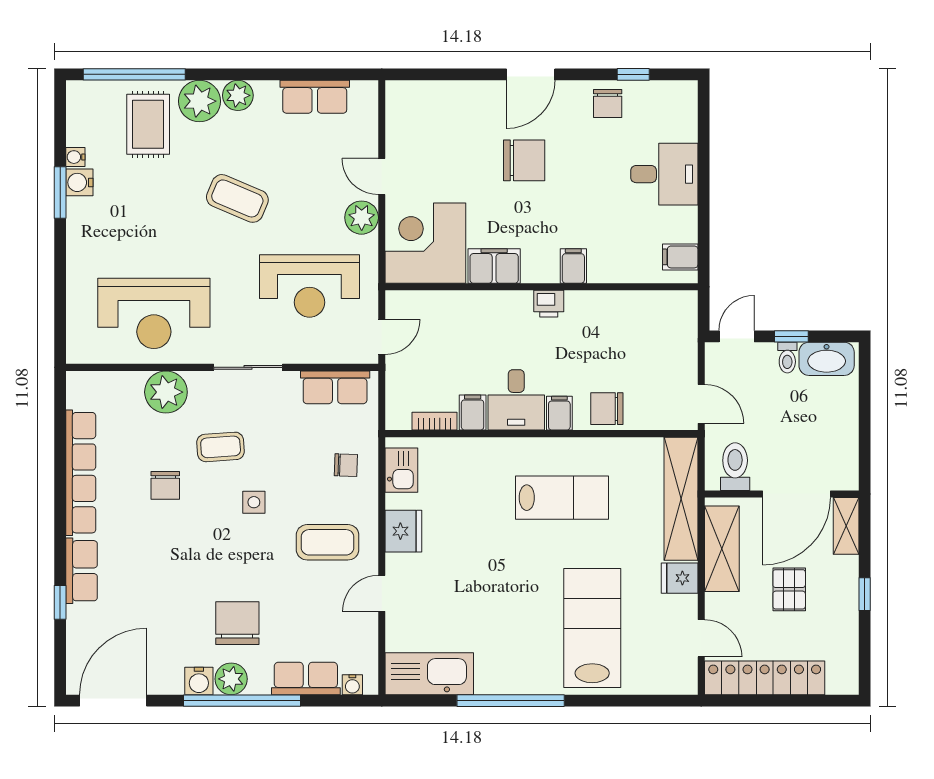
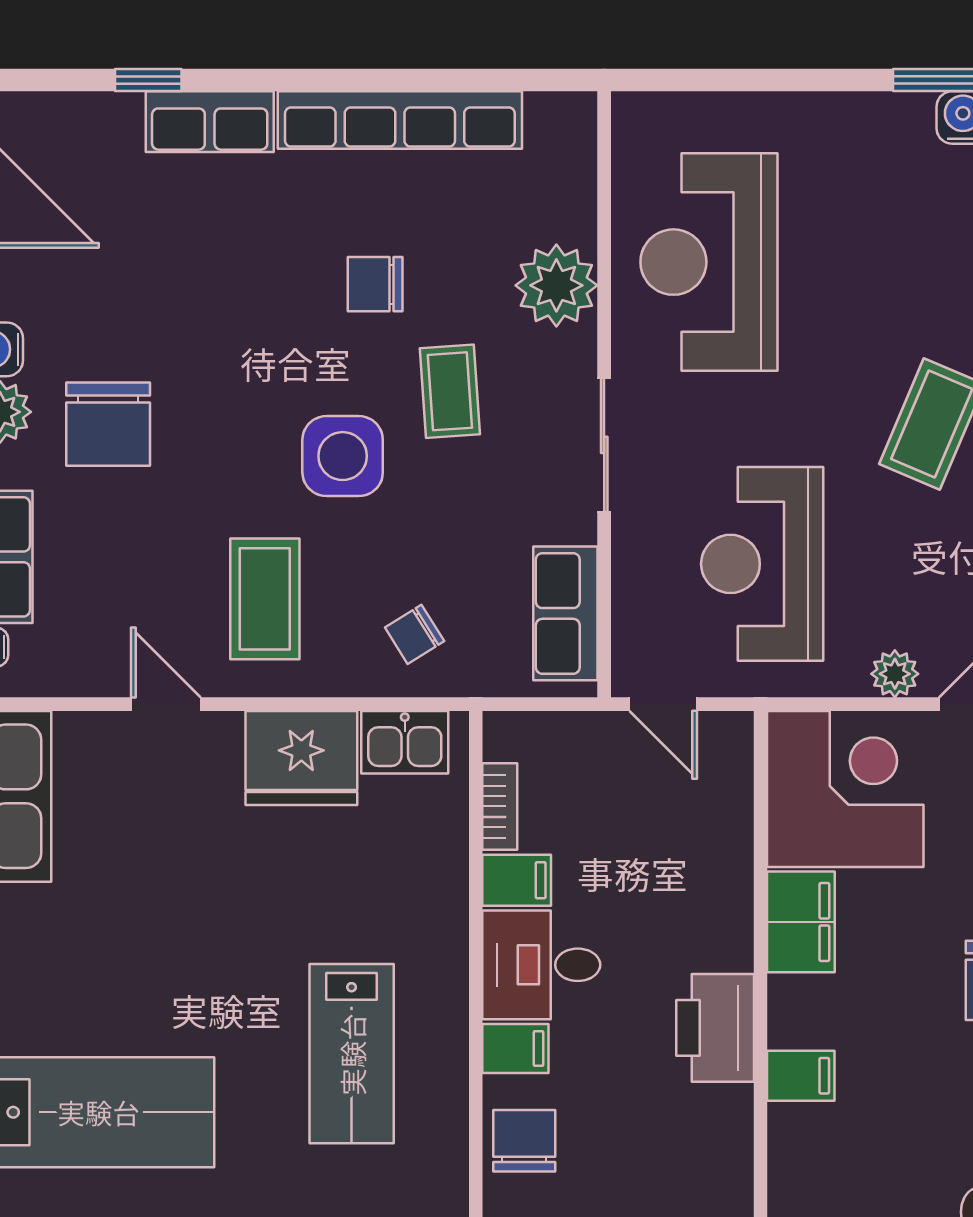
plant: (362, 218) -> (895, 674), width x0.73, depth x0.73
printer: (549, 304) -> (715, 1028), width x1.87, depth x1.48
chair: (346, 465) -> (415, 634), turned 56
side table: (254, 502) -> (343, 456), width x1.87, depth x1.87
fridge: (403, 531) -> (301, 758), width x1.36, depth x1.34
chair: (237, 623) -> (108, 424), turned 90

